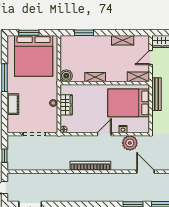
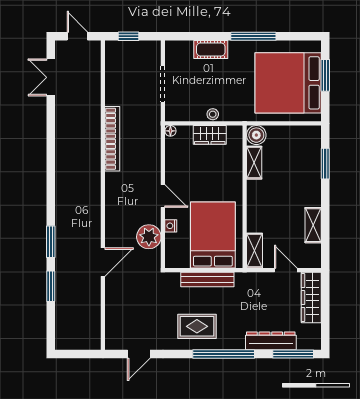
shelving: (95, 77) -> (254, 163), moved
bench: (156, 94) -> (207, 280), moved
bookcase: (90, 166) -> (112, 139), moved

